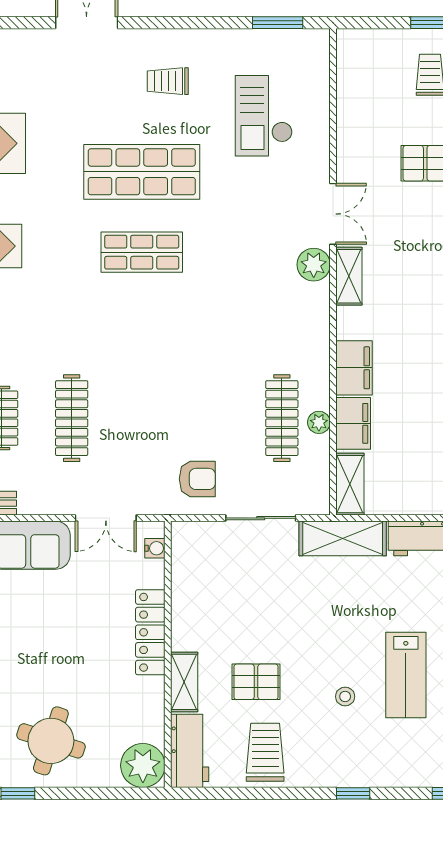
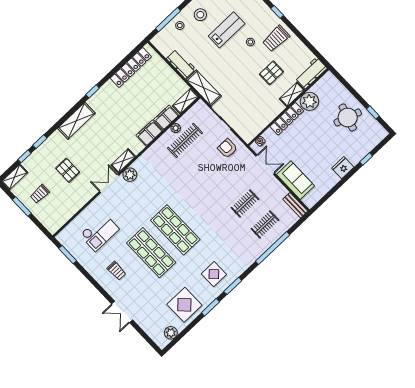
shop shelf: (142, 252) -> (175, 230), width x1.43, depth x1.36
clothes rail: (72, 418) -> (245, 203), width x0.73
pallet: (256, 682) -> (271, 73), turned 90
trolley: (265, 752) -> (276, 39), moved
plant: (143, 765) -> (309, 101), moved

